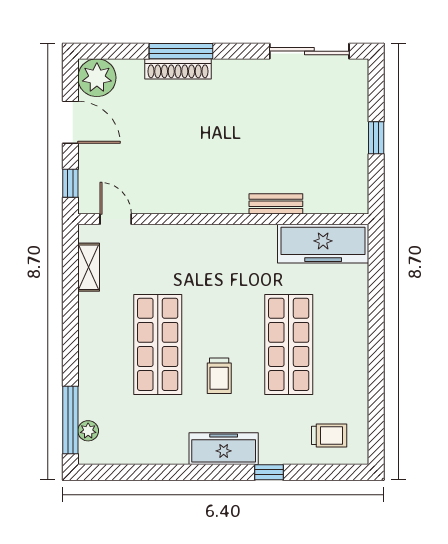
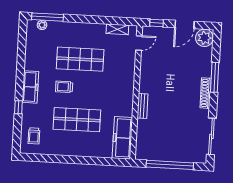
shoe rack: (178, 69) -> (206, 93), moved
window: (376, 138) -> (170, 165), width x3.17
bench: (276, 204) -> (142, 106), moved

